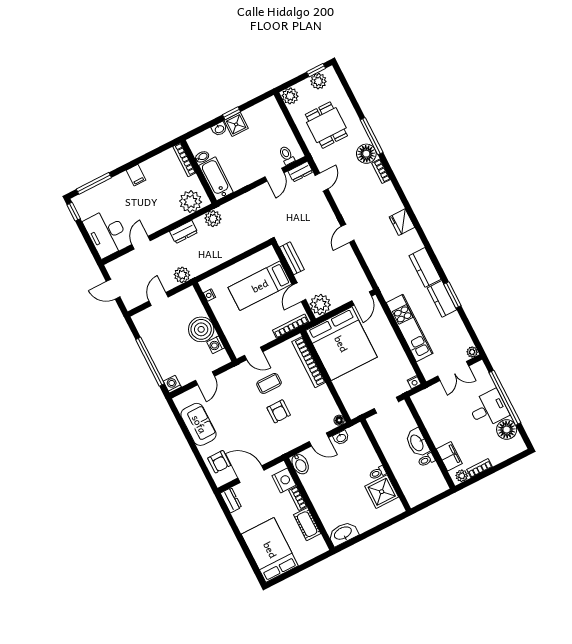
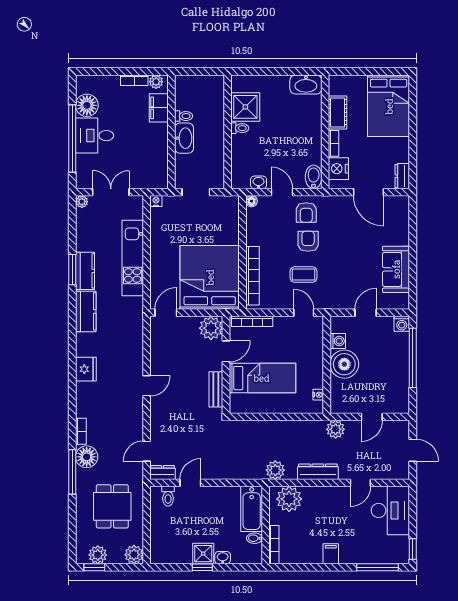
dresser: (184, 232) -> (318, 472), width x1.44
armchair: (219, 462) -> (306, 213), moved, turned 180

